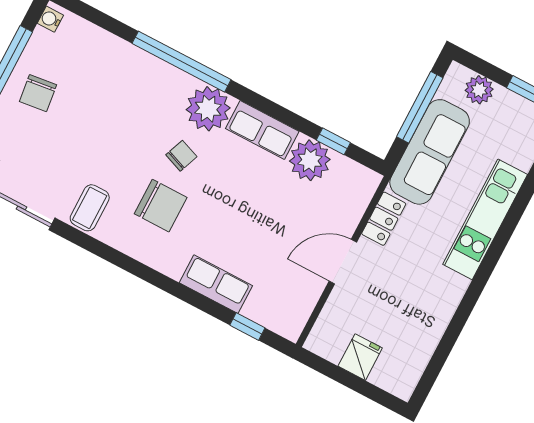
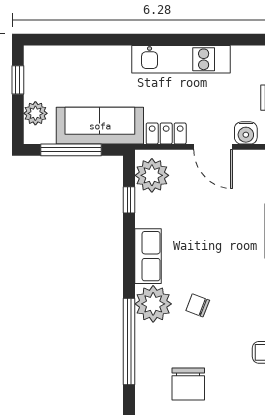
plant: (310, 160) -> (152, 175), moved
chair: (161, 206) -> (188, 384), moved, turned 180
kitchen unit: (485, 219) -> (181, 59), moved
water cooler: (339, 305) -> (246, 133), added

